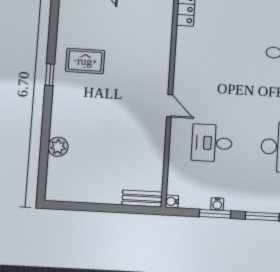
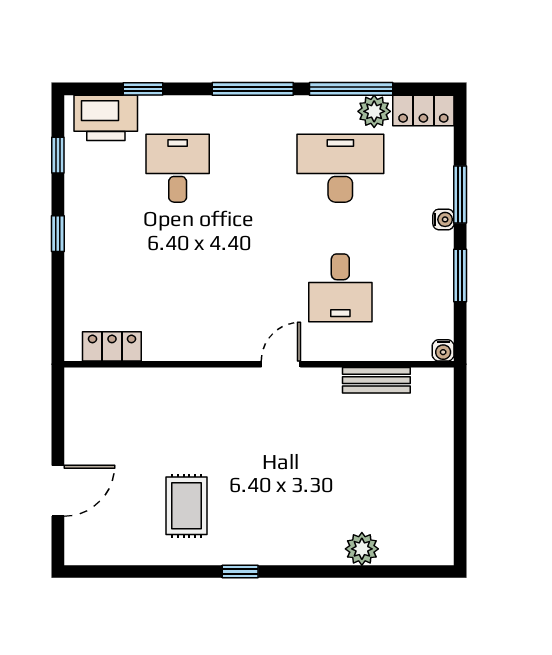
rug: (85, 61) -> (187, 506), moved
bench: (142, 198) -> (376, 380), moved, turned 90
water cooler: (217, 204) -> (443, 219), moved

